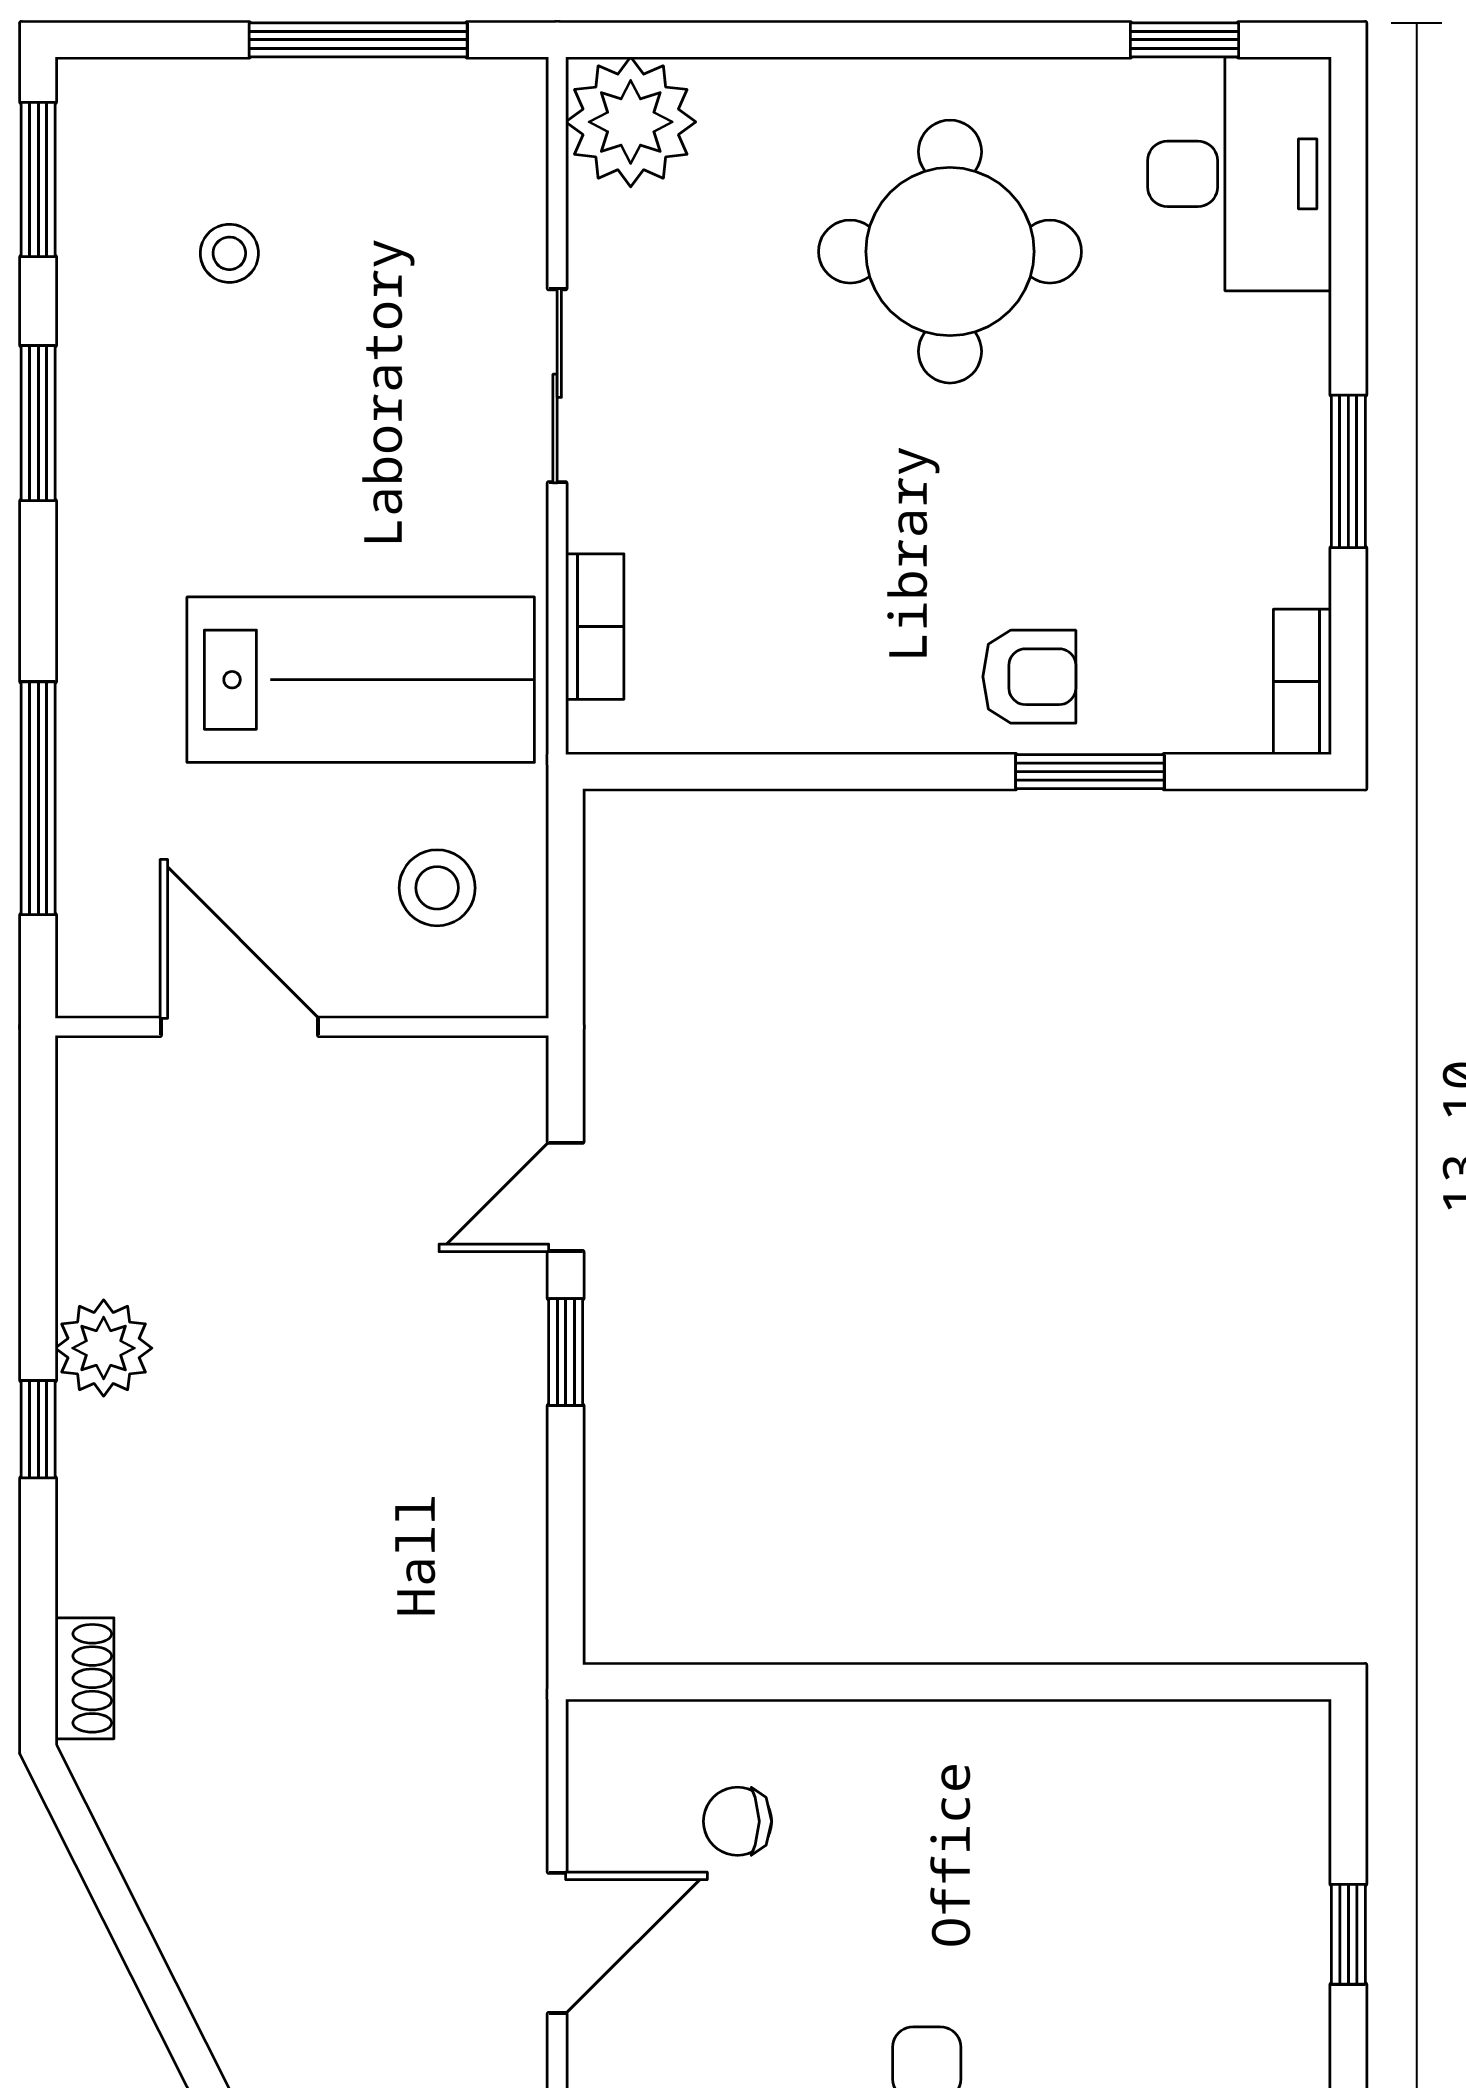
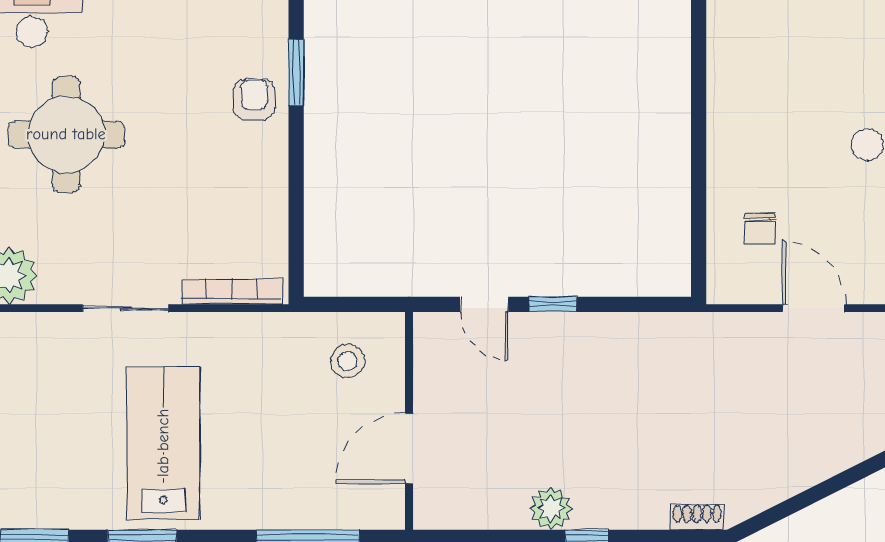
stool: (229, 253) -> (67, 453), removed
bookcase: (595, 627) -> (232, 291), width x1.56
lab bench: (361, 680) -> (163, 443), moved

